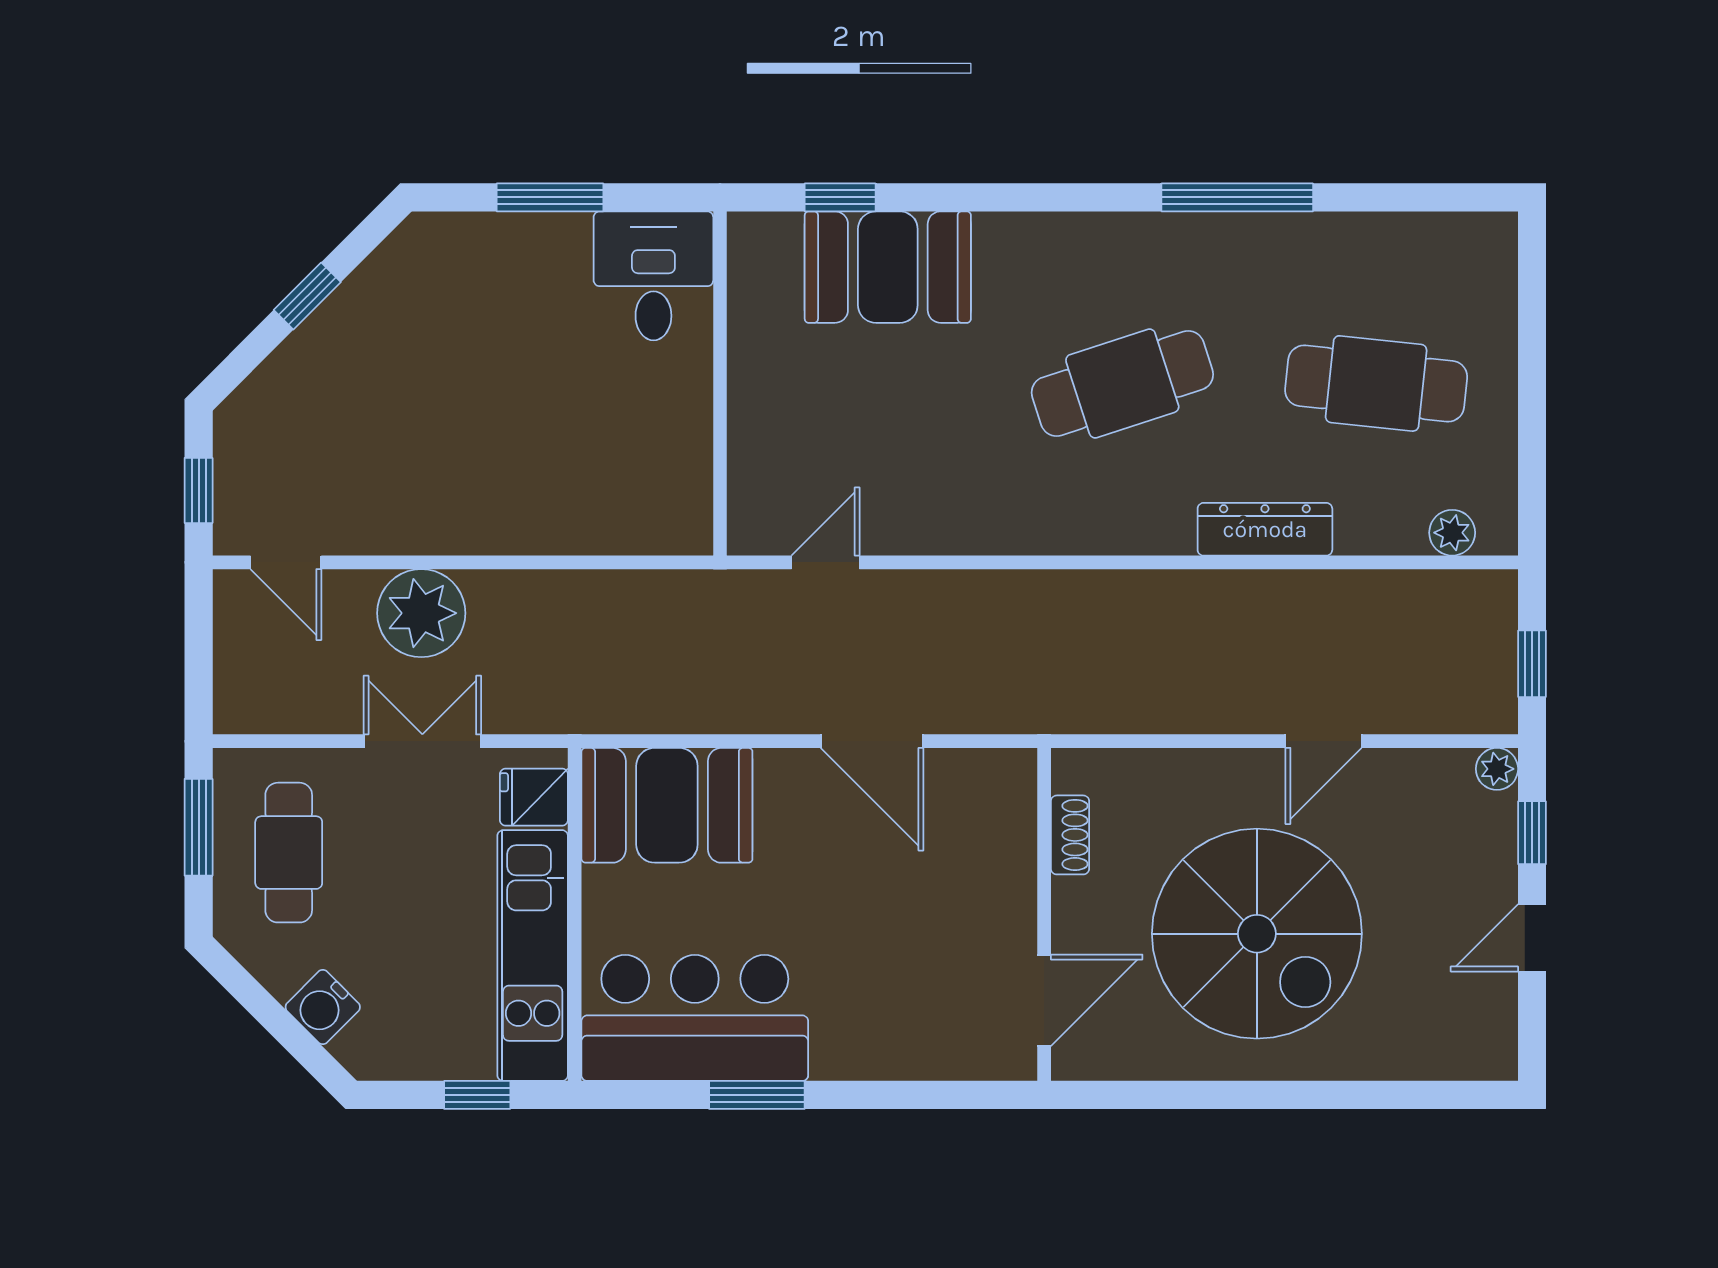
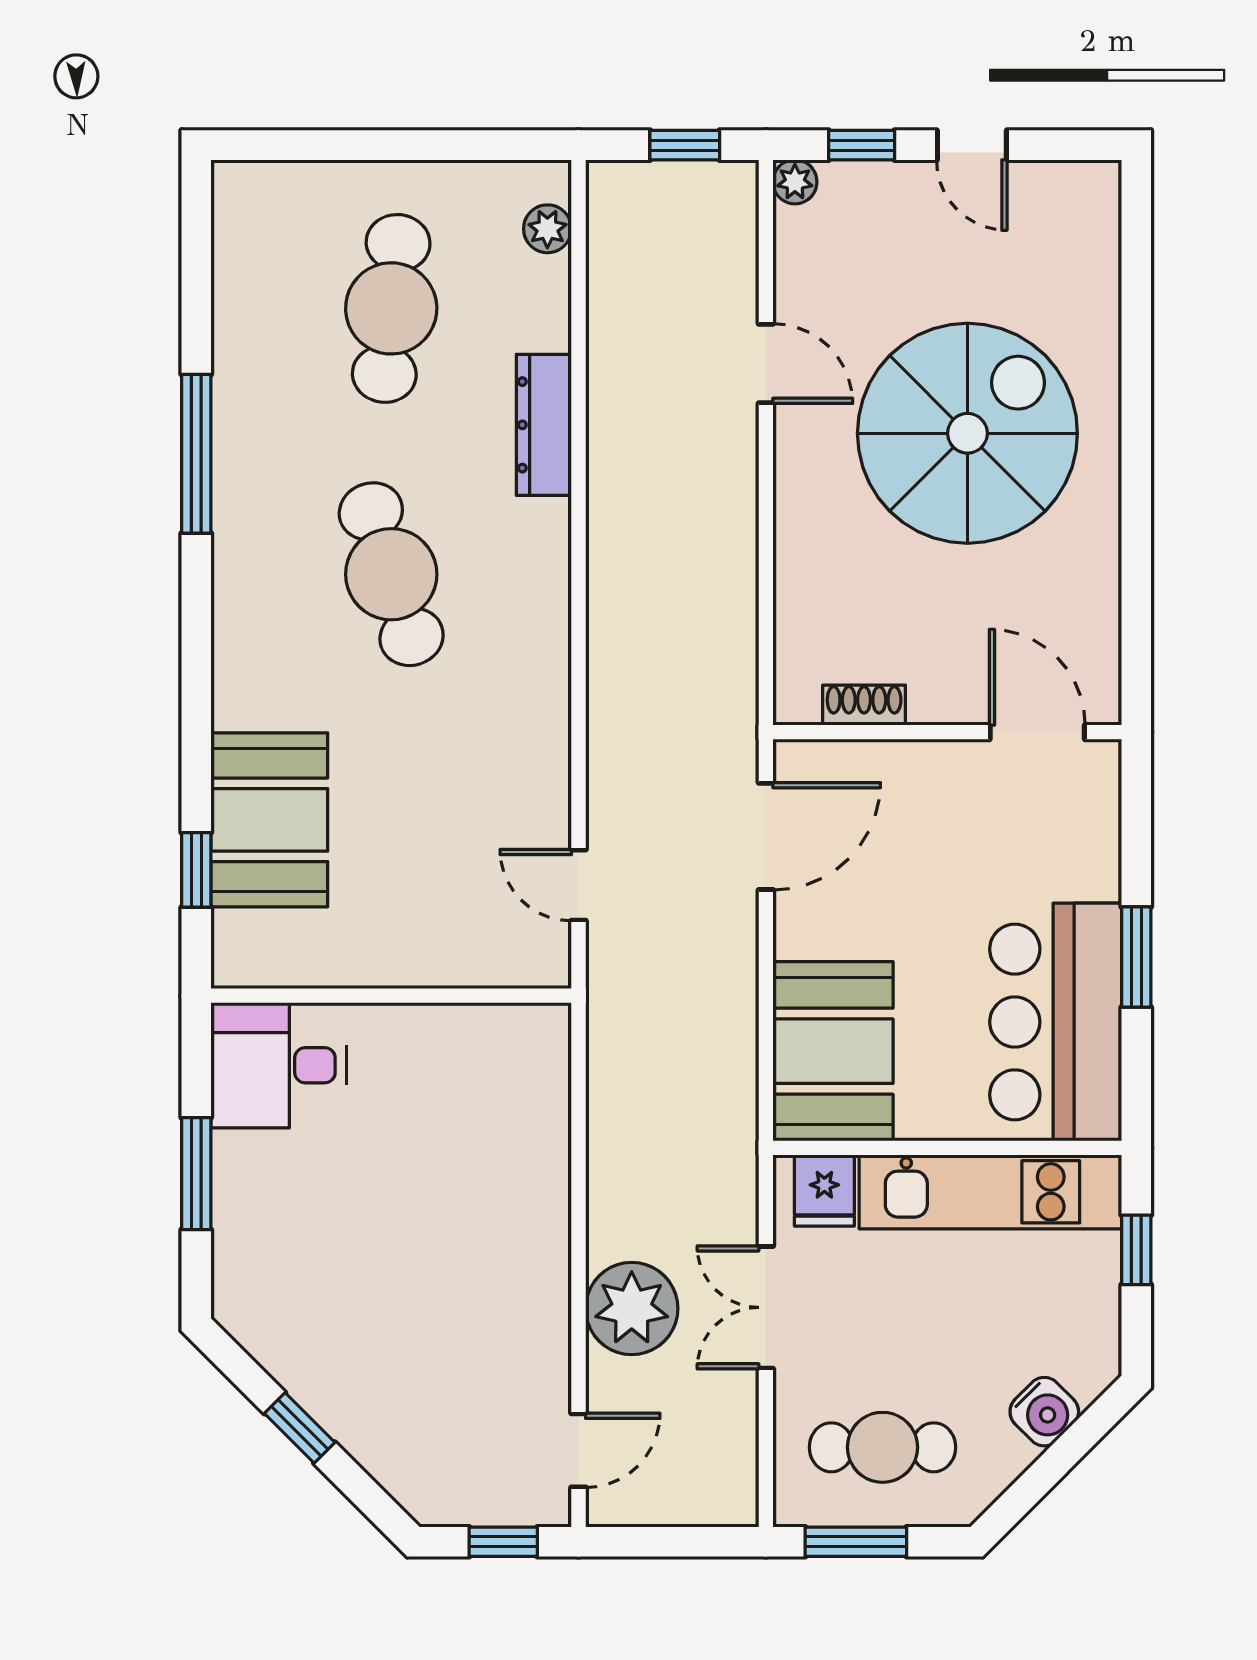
shoe rack: (1070, 835) -> (864, 705), moved
wall: (1044, 914) -> (947, 732), moved
door: (1044, 1000) -> (1037, 732), moved

